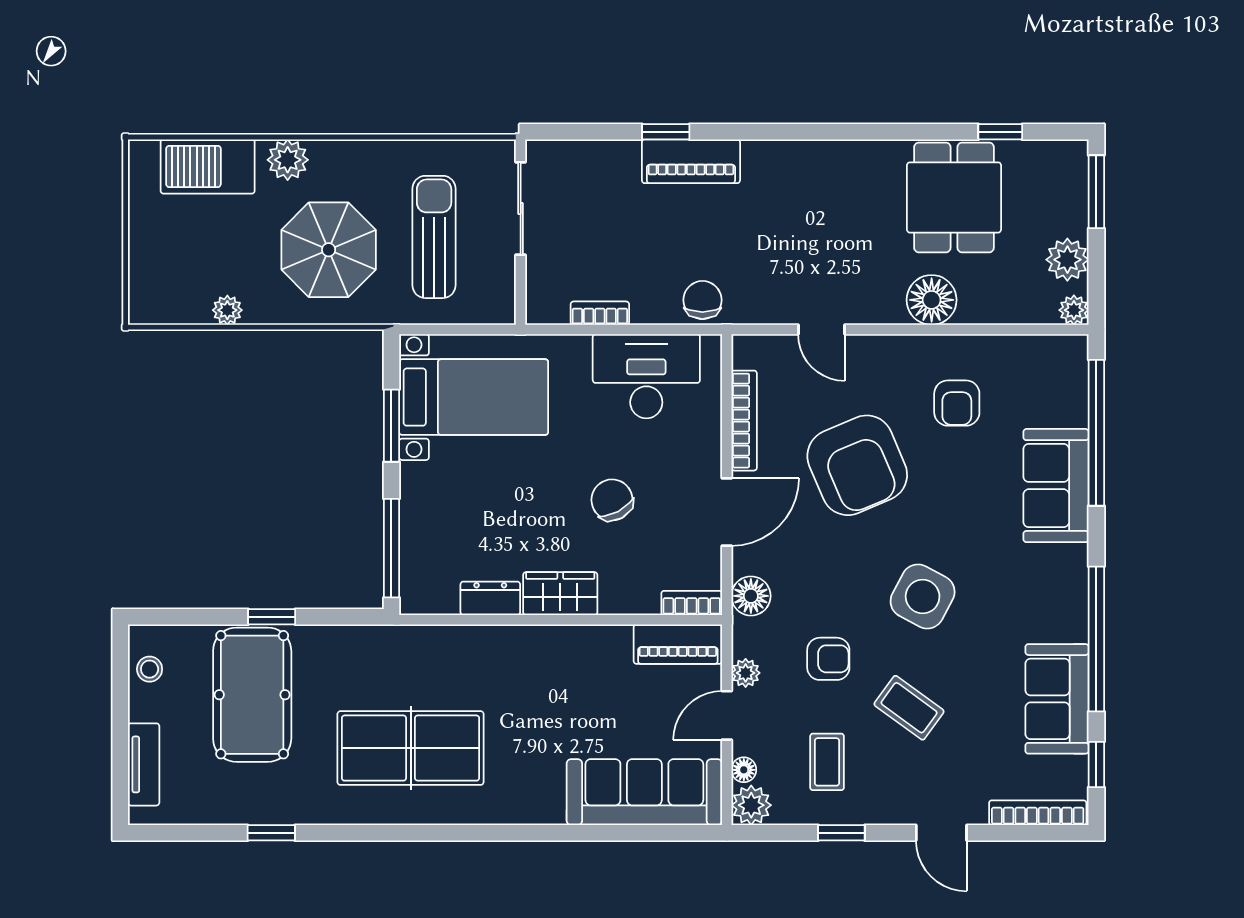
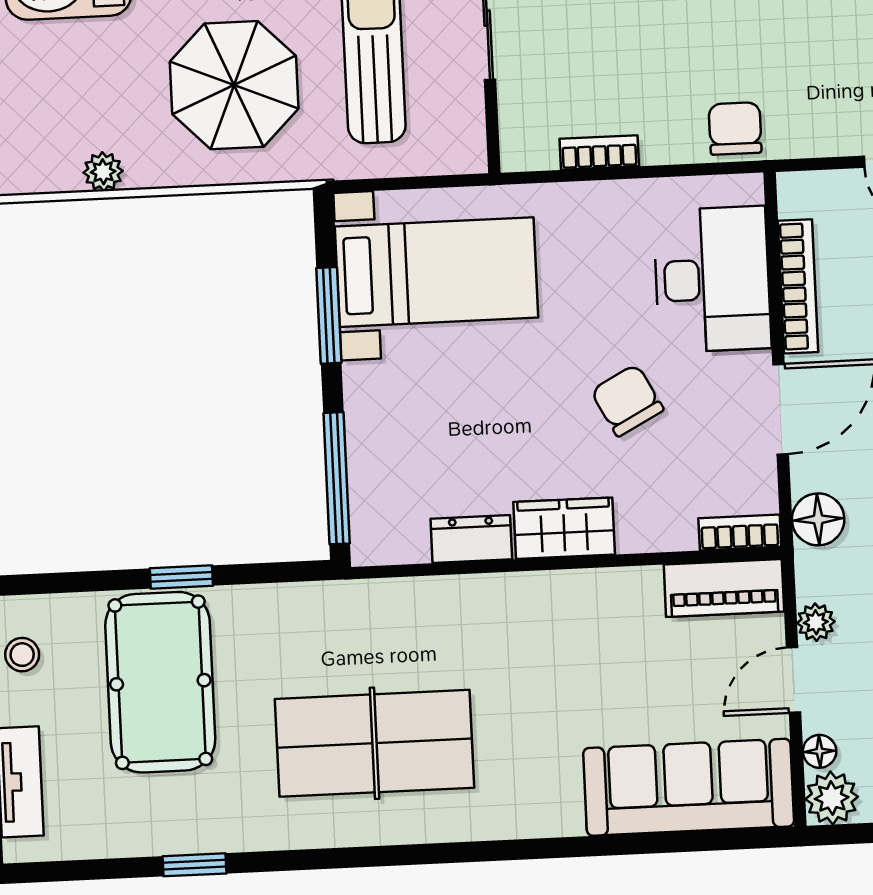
desk: (646, 376) -> (712, 279), moved, turned 90

